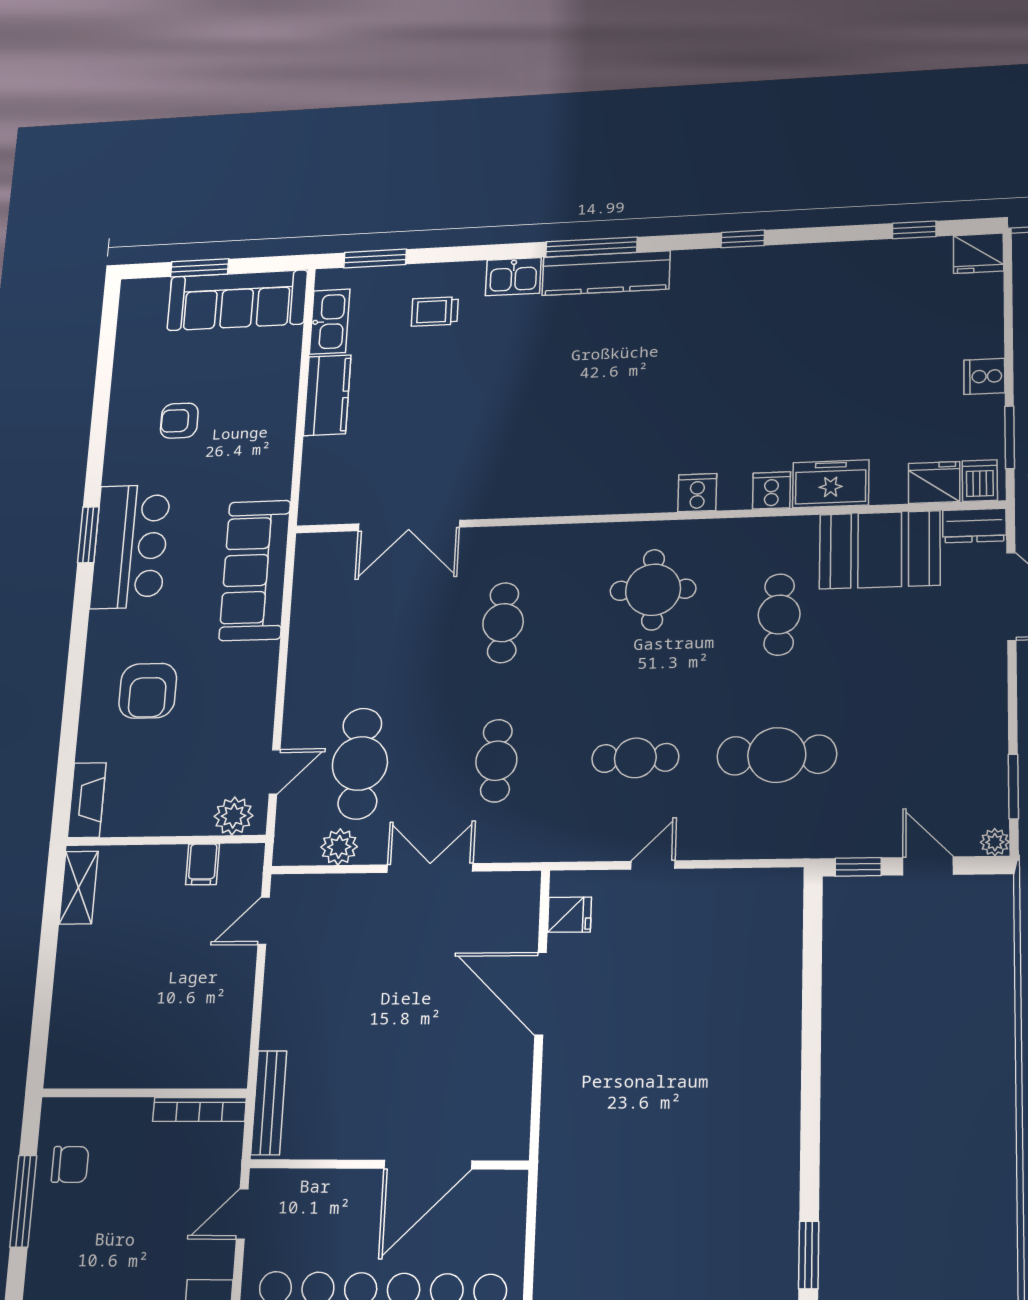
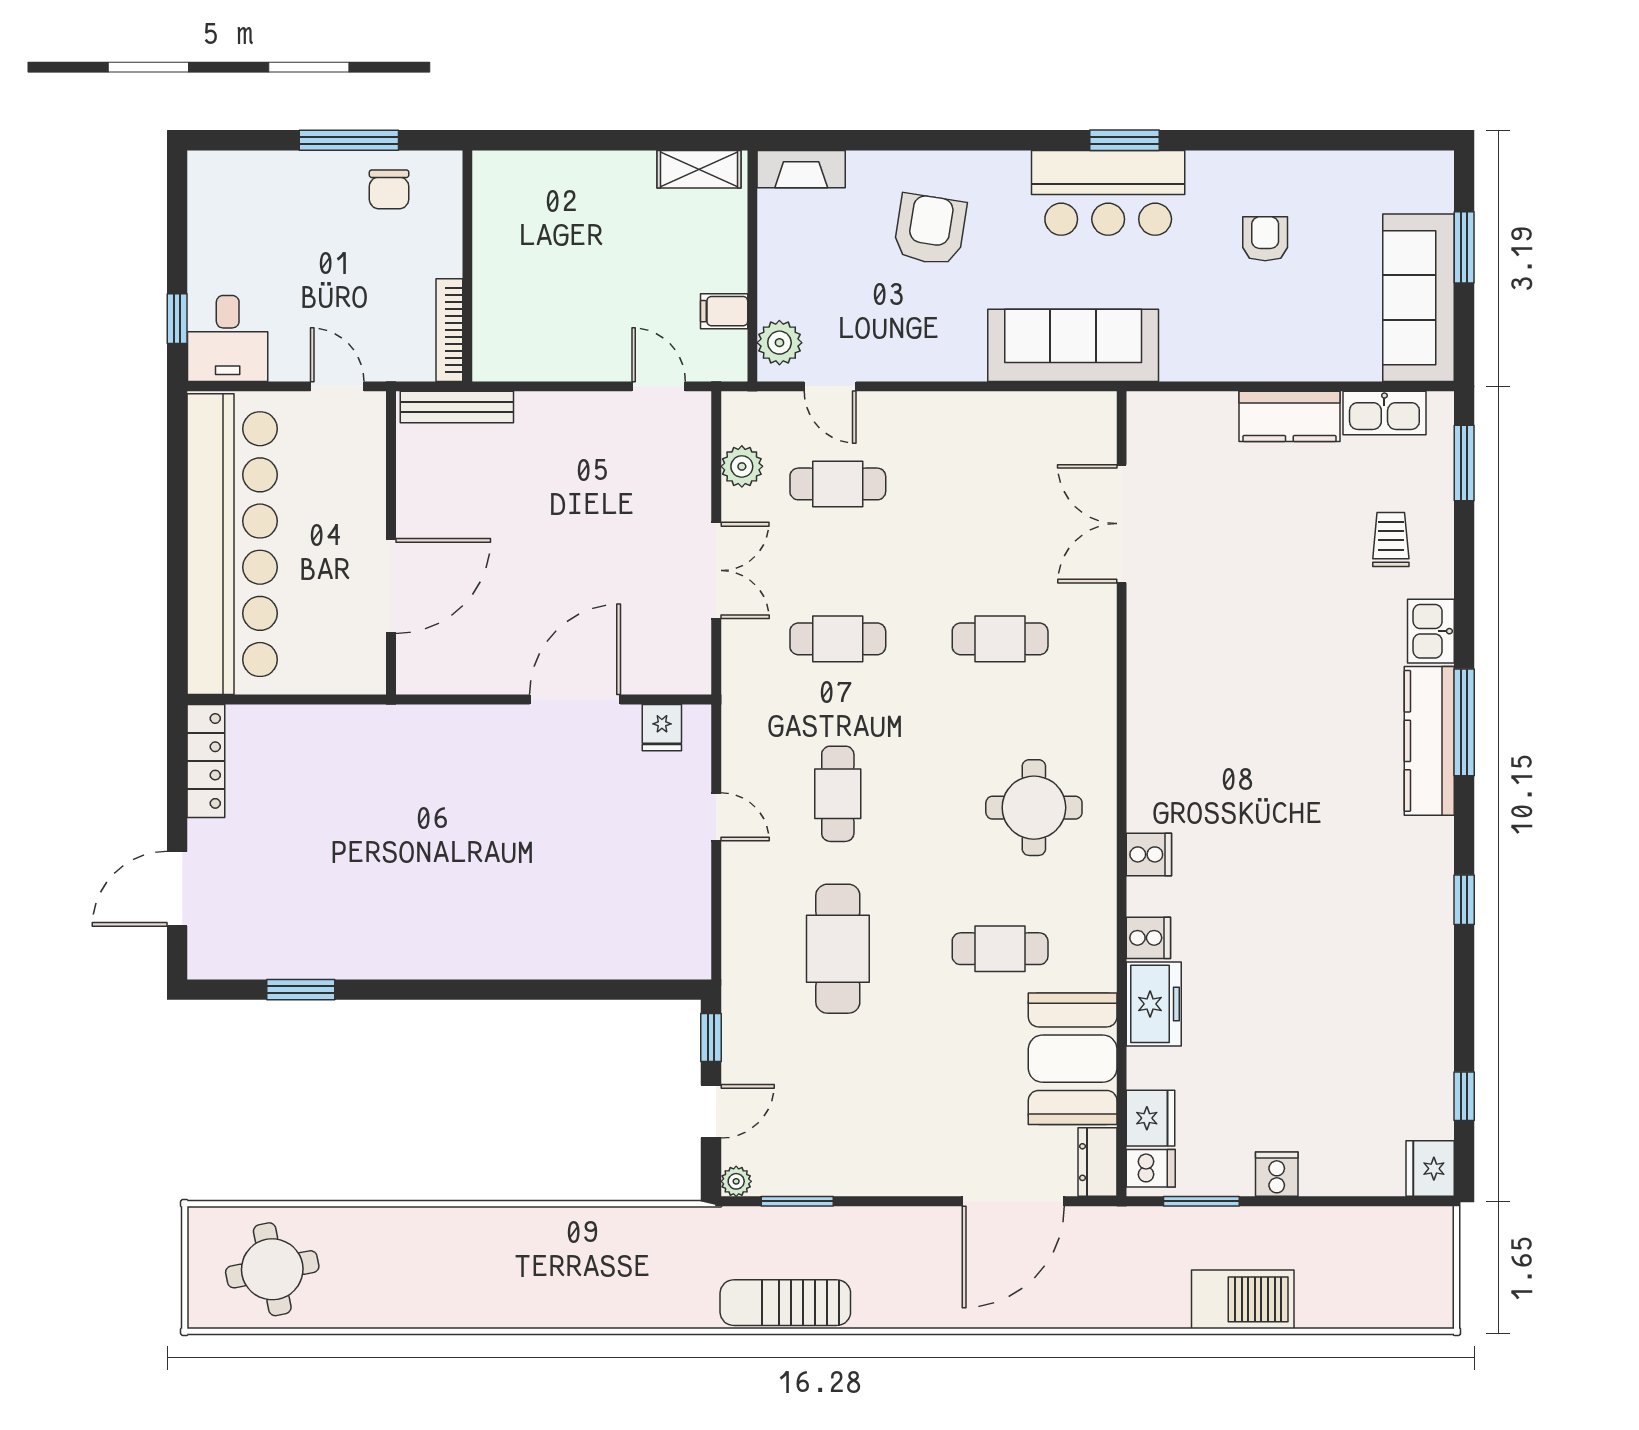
armchair: (148, 691) -> (930, 230), turned 99
cafe table: (360, 764) -> (838, 484), width x0.73, depth x0.74
door: (428, 1165) -> (391, 586), swing flipped

